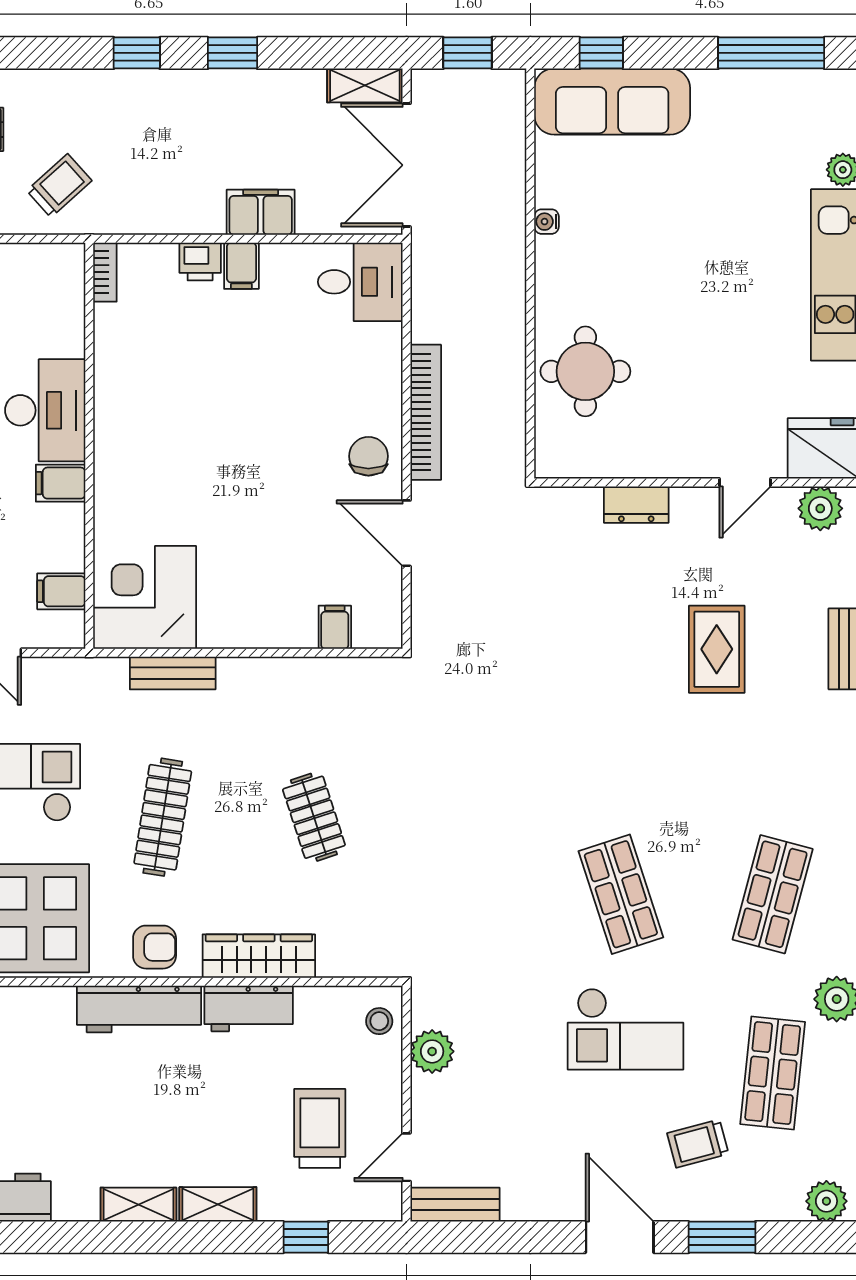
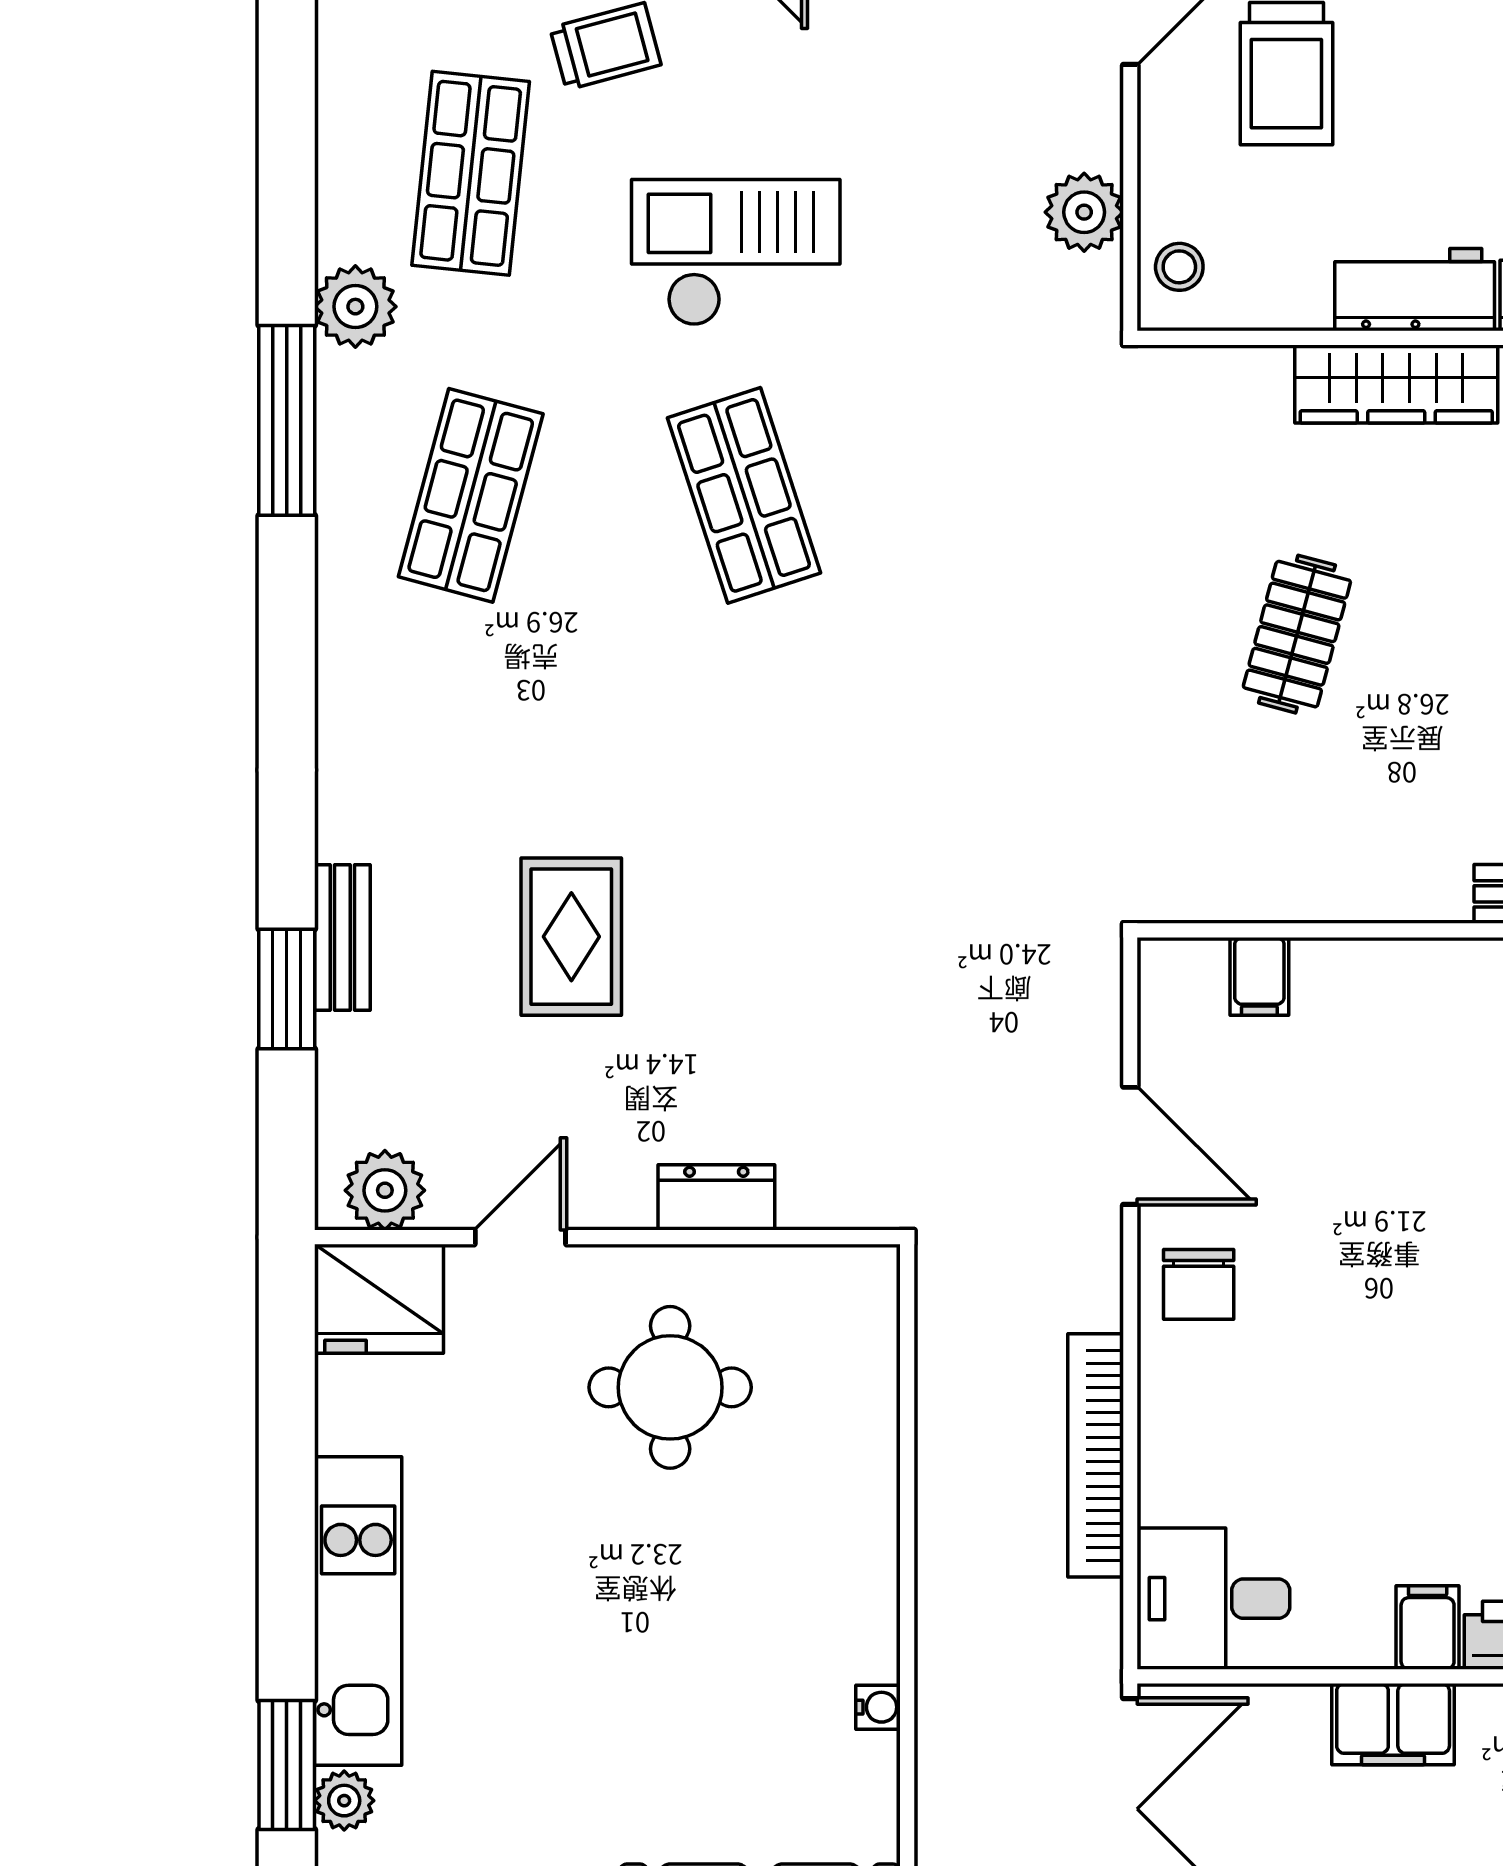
round table: (585, 371) -> (670, 1387), moved
bookcase: (426, 412) -> (1096, 1455), moved
clothes rail: (314, 817) -> (1297, 634), turned 33

